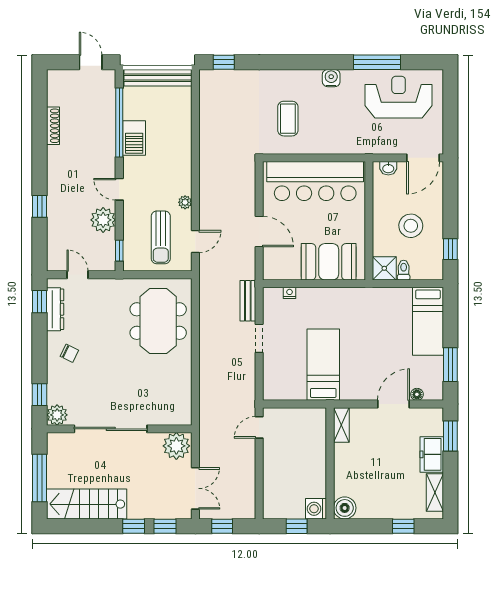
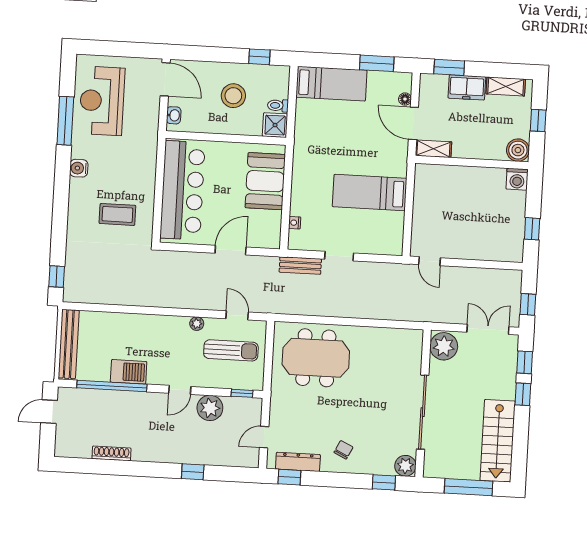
shelving: (341, 425) -> (433, 149), moved
wall: (330, 463) -> (472, 162), moved
boiler: (345, 508) -> (518, 150), moved
washing machine: (316, 509) -> (517, 179), moved

